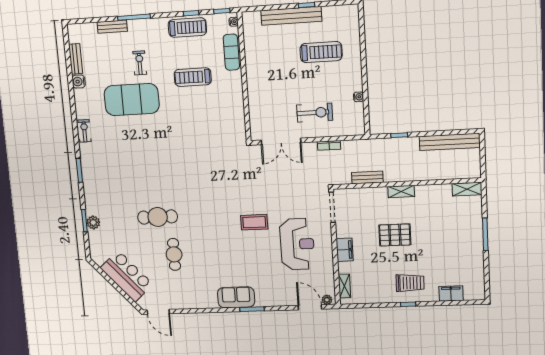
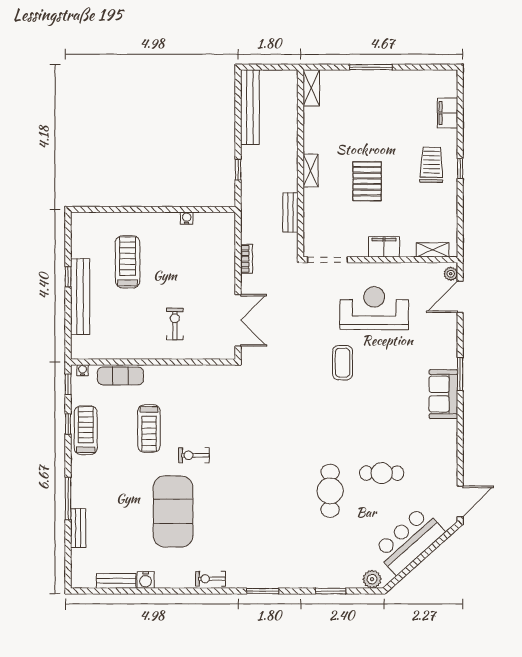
exercise bike: (140, 63) -> (194, 455), moved
exercise bike: (315, 113) -> (175, 324), moved, width x0.73, depth x0.72
plant: (93, 223) -> (372, 579), moved

